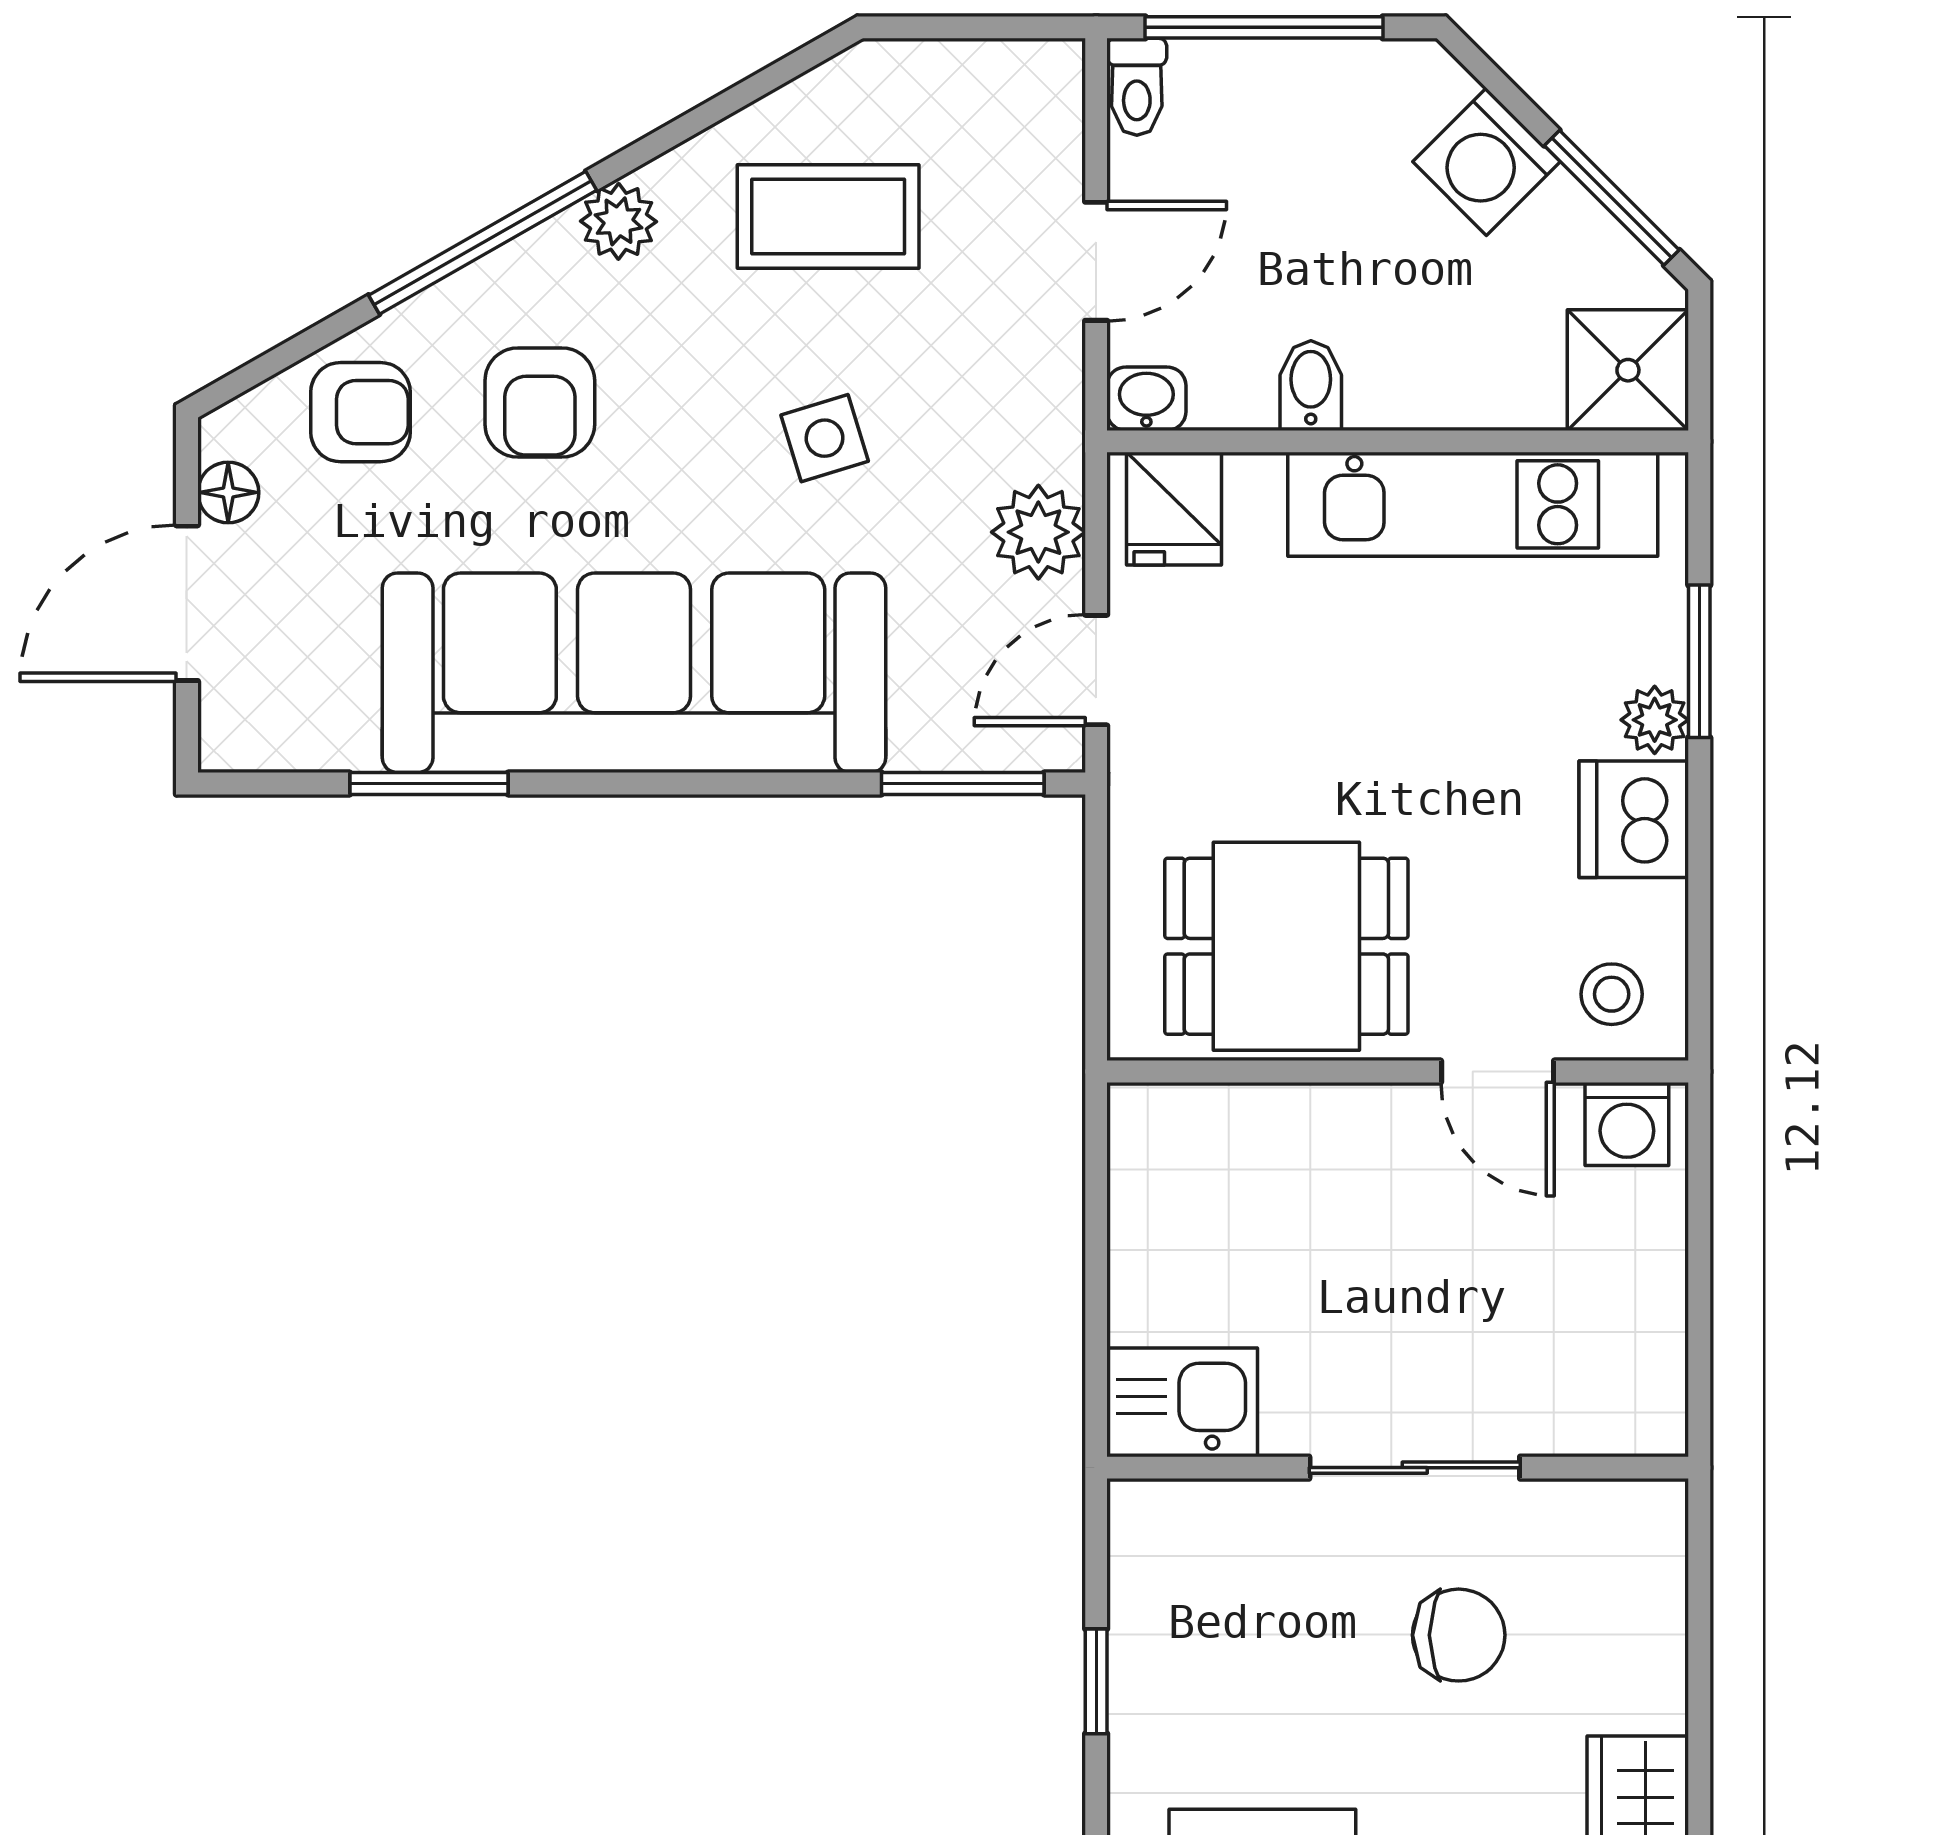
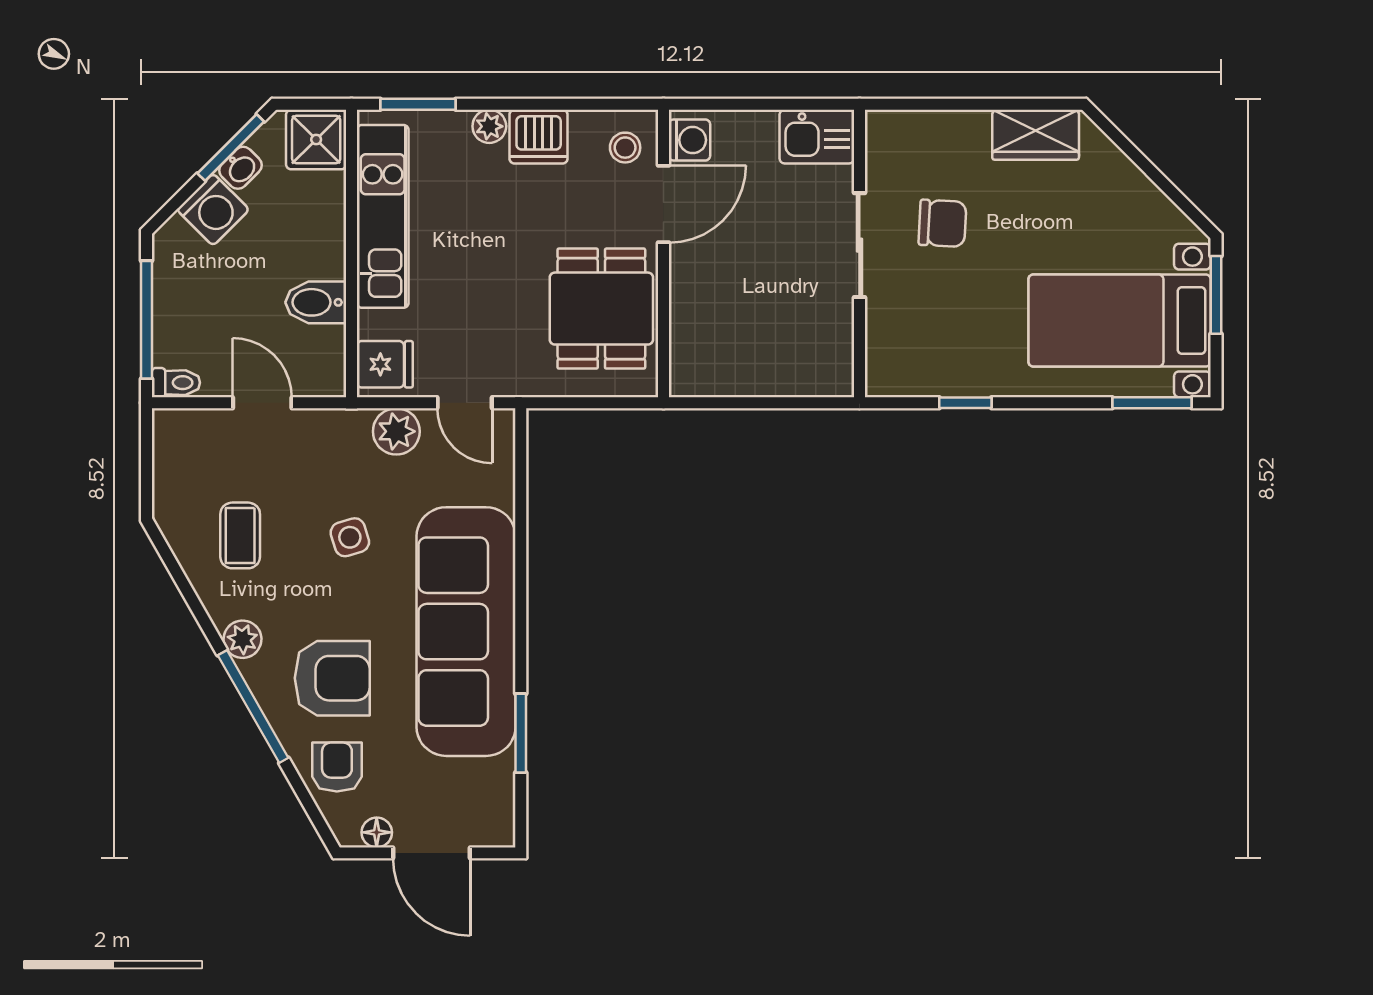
coffee table: (828, 217) -> (240, 535), width x0.73, depth x0.77
bidet: (1311, 386) -> (316, 302), width x1.38, depth x1.36
washbasin: (1146, 399) -> (240, 168), moved, turned -135
armchair: (540, 403) -> (332, 678), width x1.38, depth x1.38
window: (1699, 661) -> (418, 104), moved
window: (963, 783) -> (521, 469), removed
door: (1498, 1072) -> (663, 204), width x1.38
kitchen sink: (1182, 1402) -> (817, 137), moved, turned -90
chair: (1459, 1635) -> (942, 223), turned 93

